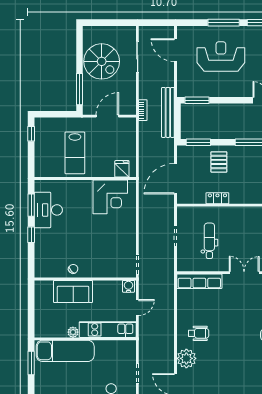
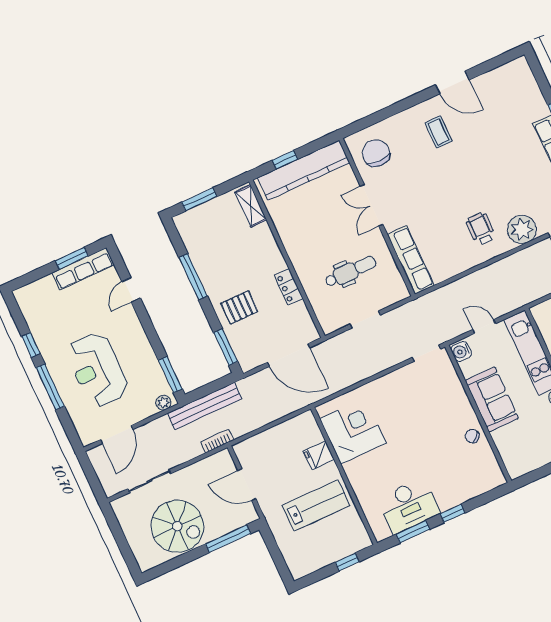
spiral stairs: (102, 61) -> (177, 526), turned 90
plant: (182, 88) -> (163, 403), added
window: (31, 134) -> (347, 562), moved
fridge: (122, 169) -> (319, 455), moved
dental chair: (209, 241) -> (350, 271), turned 180
sofa: (73, 291) -> (492, 399), moved

